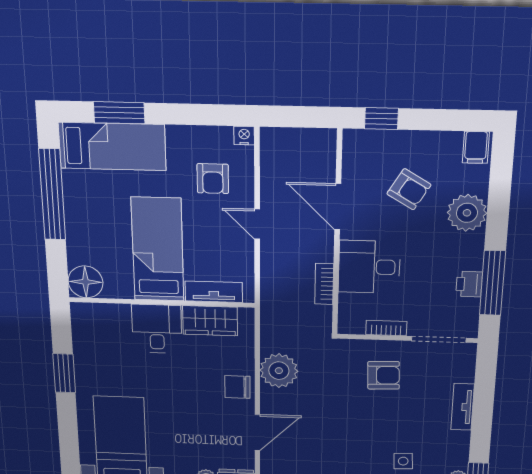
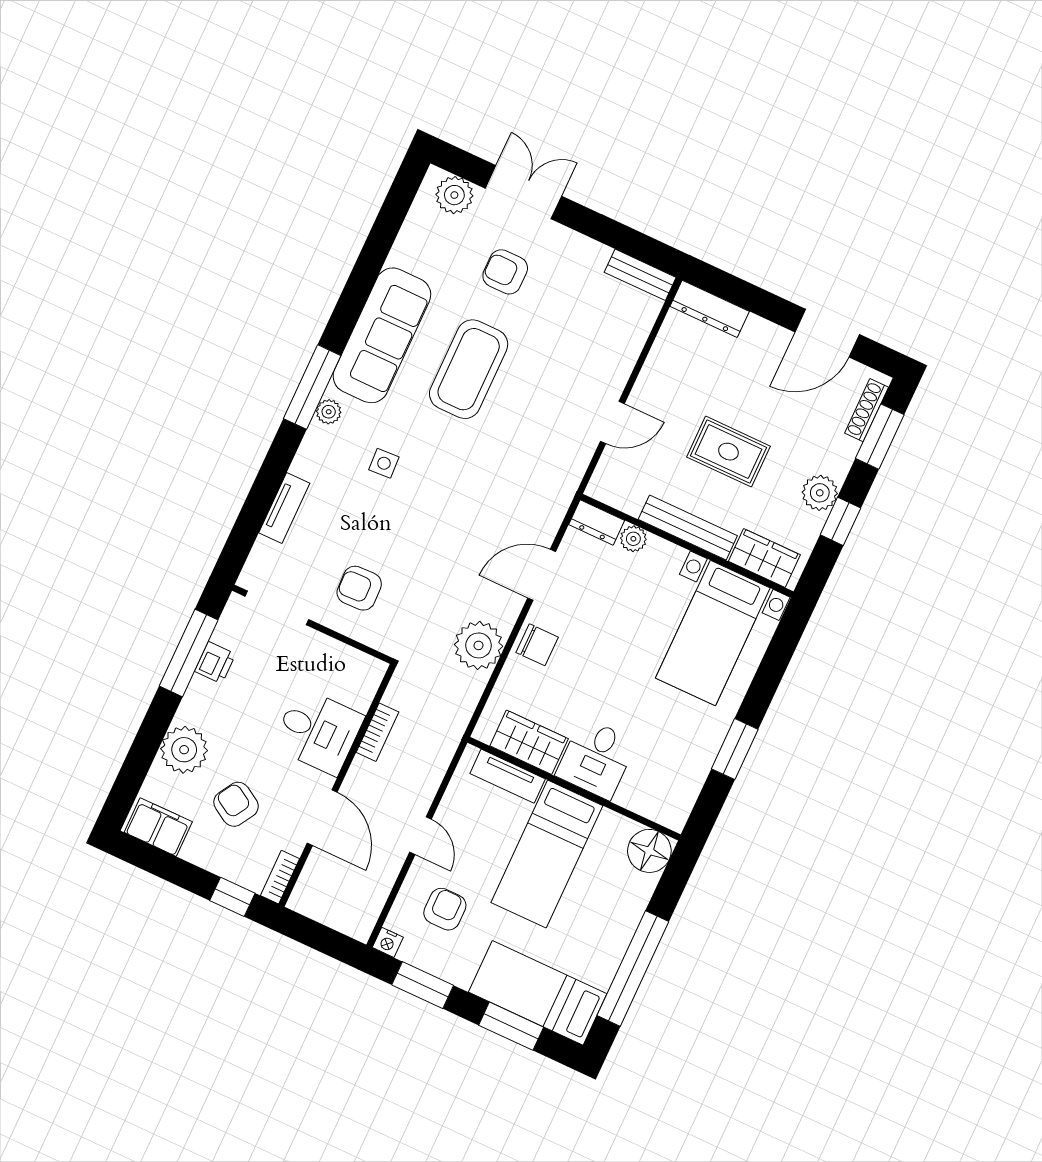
window: (202, 115) -> (423, 985), added
filing cabinet: (476, 147) -> (158, 827), width x2.00
bookcase: (386, 328) -> (280, 877), moved, turned 90

